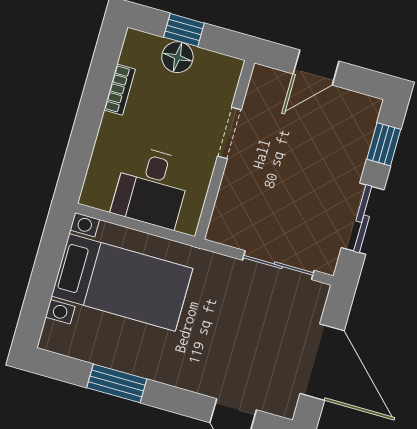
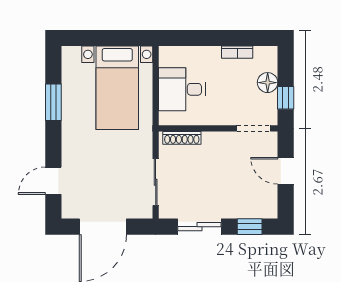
window: (184, 30) -> (286, 98), moved
doorway: (229, 133) -> (254, 128), moved
shoe rack: (223, 208) -> (182, 138), added

